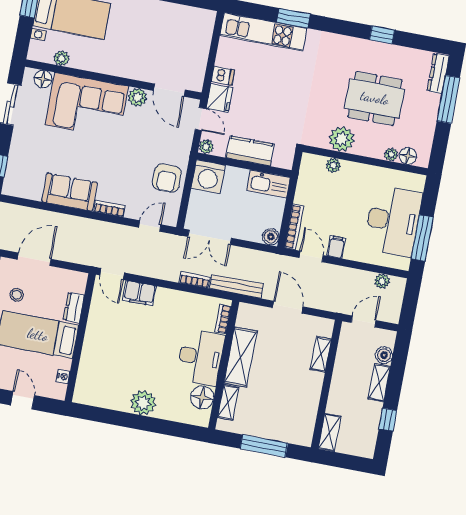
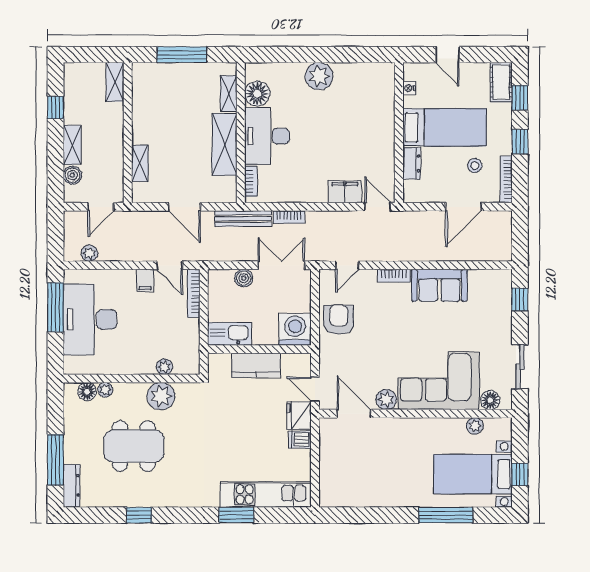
plant: (206, 147) -> (303, 361), removed
boiler: (271, 237) -> (244, 278), moved

